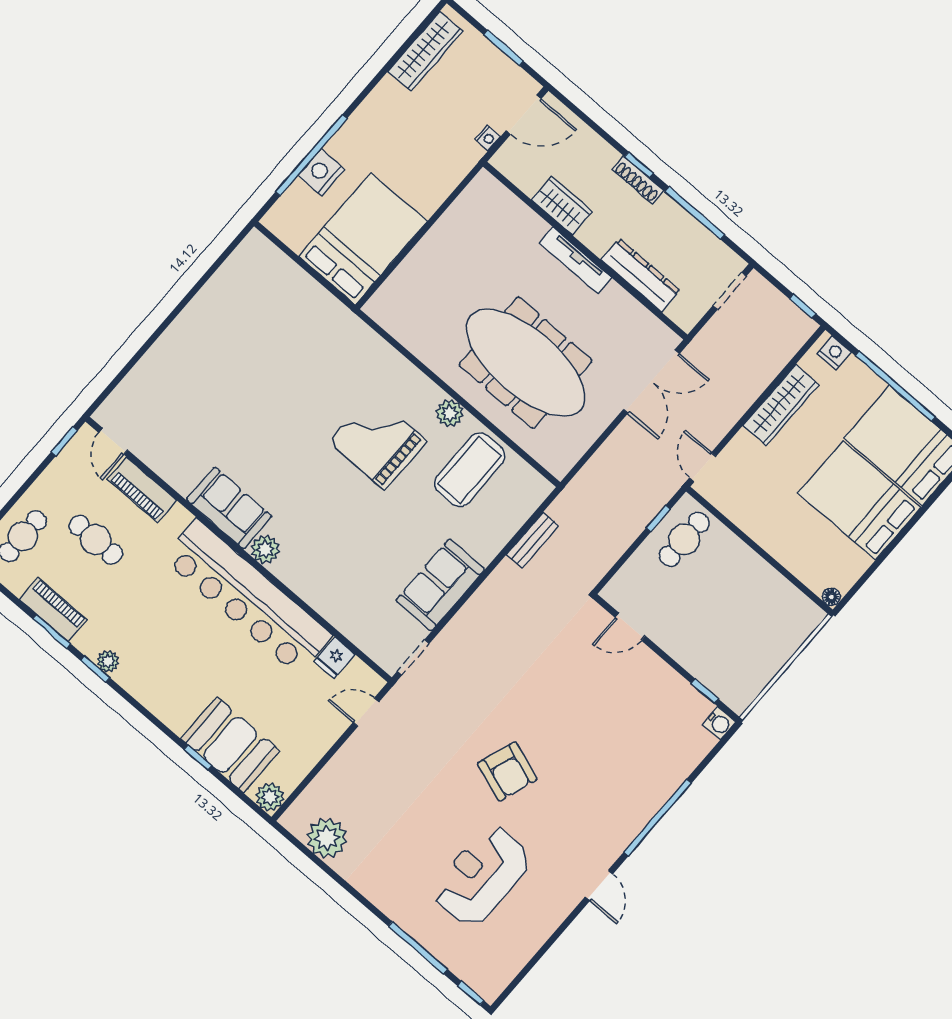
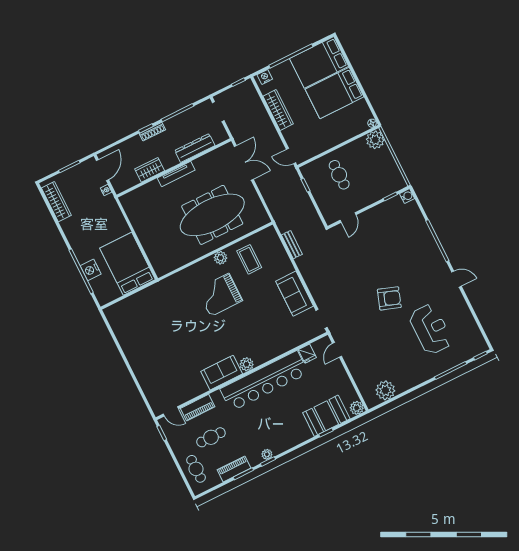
coffee table: (470, 470) -> (249, 259), width x0.73, depth x0.76
cafe table: (684, 539) -> (339, 175), moved
plant: (802, 616) -> (375, 140), added
reception desk: (482, 876) -> (431, 329), turned 180

